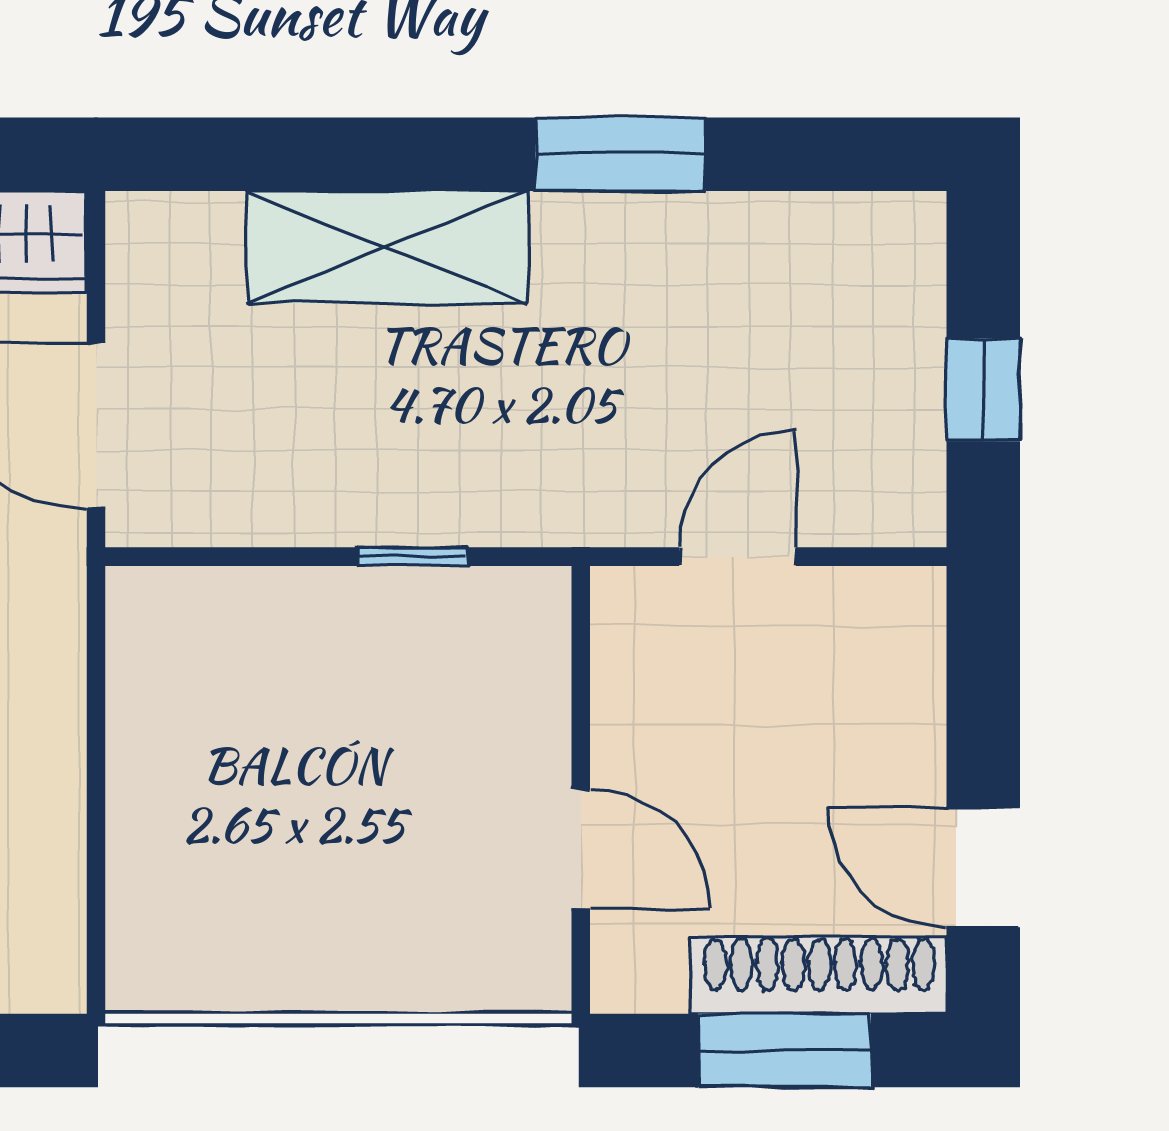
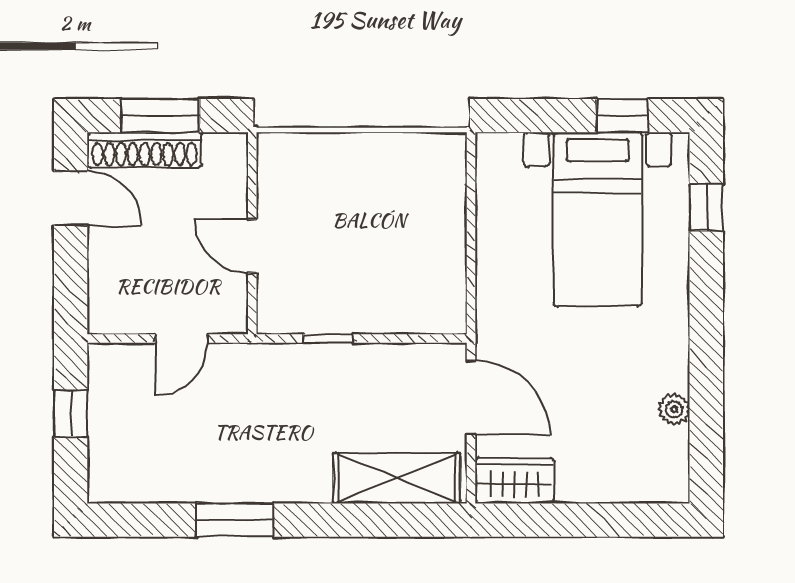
shelving: (387, 247) -> (397, 478), moved
door: (581, 849) -> (252, 246), moved

